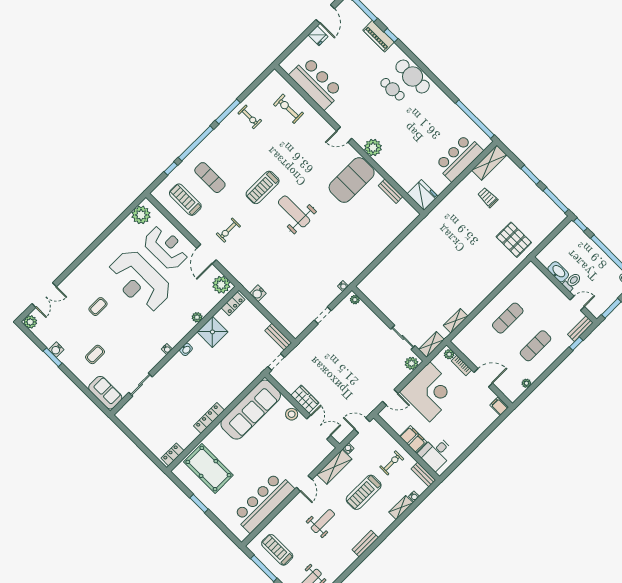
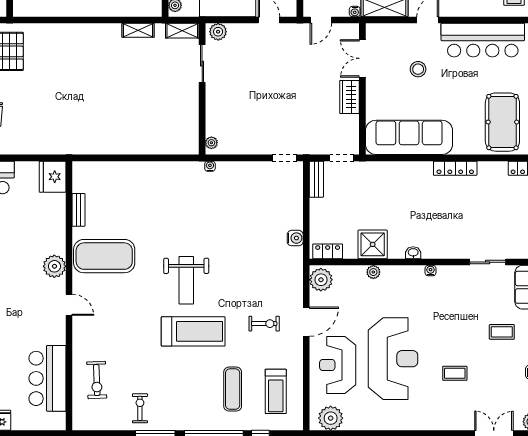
treadmill: (263, 187) -> (193, 331), width x1.37, depth x1.38
doorway: (323, 315) -> (284, 158), moved
stool: (292, 414) -> (418, 69), moved
door: (362, 425) -> (321, 20), hinge flipped

